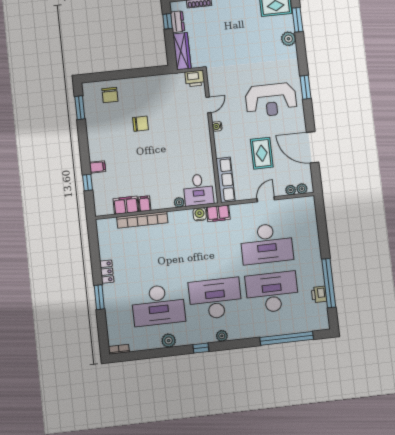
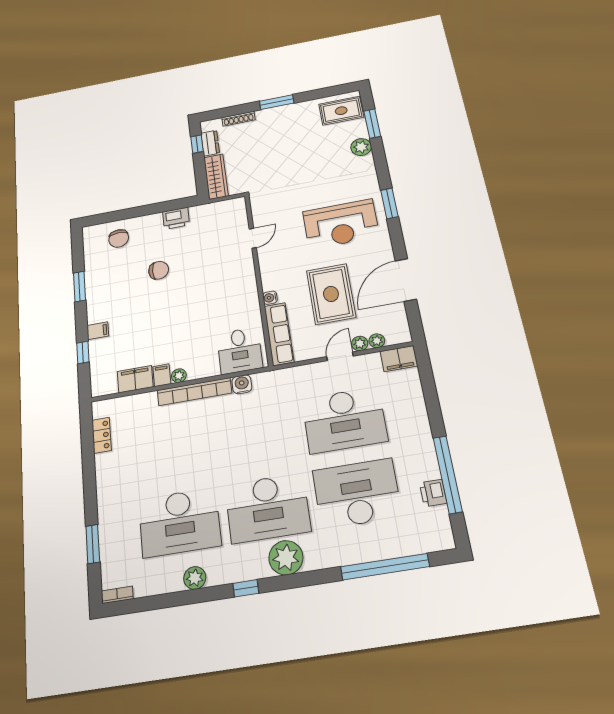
printer: (195, 78) -> (176, 218), moved
window: (80, 108) -> (79, 287), moved
water cooler: (217, 126) -> (270, 298), moved
door: (313, 147) -> (406, 280), hinge flipped
rug: (262, 153) -> (331, 294), width x1.36, depth x1.43
plant: (302, 189) -> (360, 344), moved
plant: (179, 202) -> (179, 376), moved
filing cabinet: (218, 213) -> (399, 359), moved
bookcase: (142, 220) -> (194, 392), moved
locker: (107, 272) -> (102, 435), moved
window: (99, 297) -> (93, 544), moved
desk: (215, 299) -> (268, 508), turned 180
plant: (222, 336) -> (286, 558), width x1.88, depth x1.88

